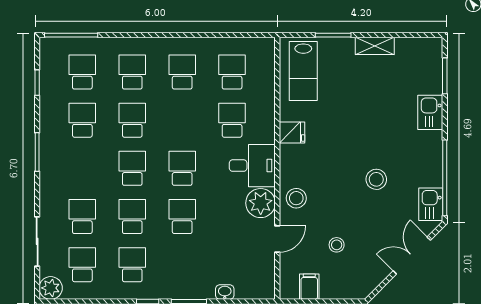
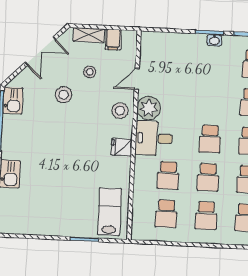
shelving: (375, 46) -> (89, 35), moved
fridge: (292, 132) -> (122, 147), moved
stool: (376, 179) -> (64, 95), moved
school desk: (182, 216) -> (208, 177), moved
double door: (412, 255) -> (40, 51), moved
washbasin: (225, 292) -> (214, 40), moved

